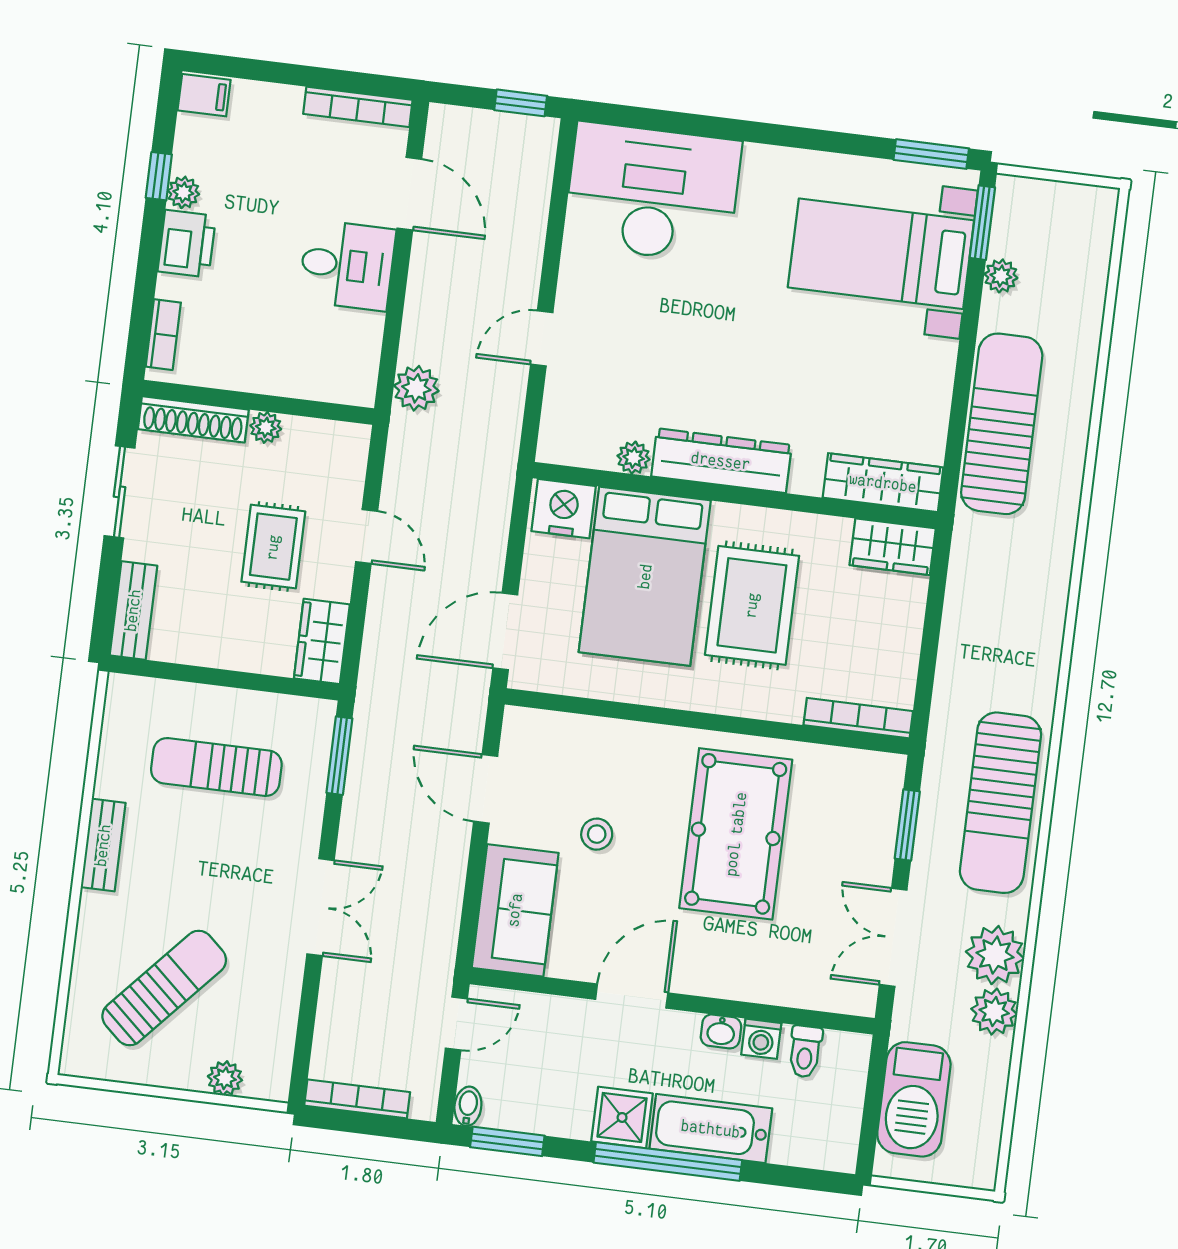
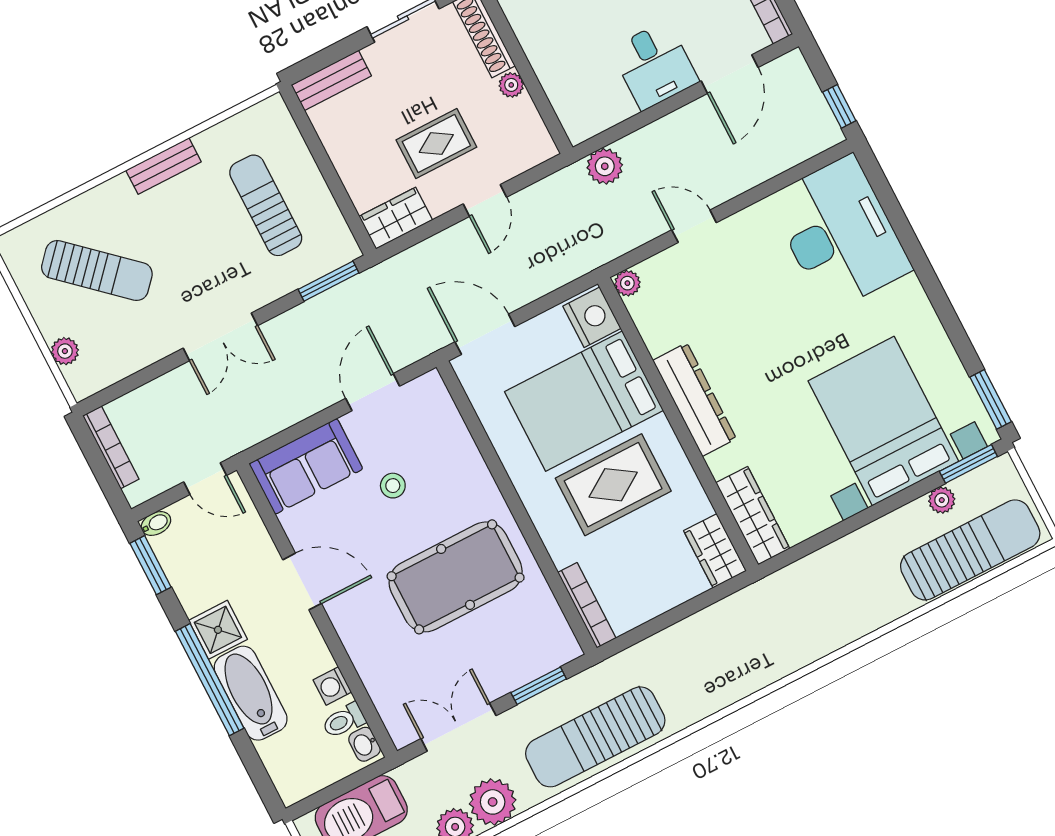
bed with nightstands: (881, 254) -> (883, 421), width x1.36
sun lounger: (1002, 424) -> (970, 550), moved
plant: (634, 458) -> (627, 283), moved
washbasin: (721, 1031) -> (364, 744), moved

